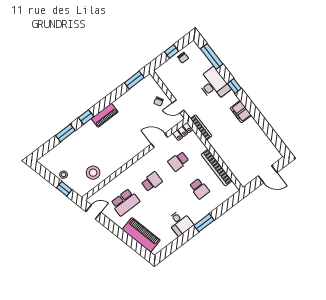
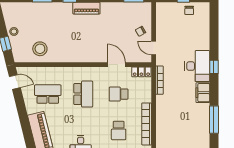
window: (212, 56) -> (214, 120), moved
desk: (213, 85) -> (197, 66), moved
school desk: (152, 182) -> (83, 94), width x1.85
school desk: (125, 202) -> (48, 94), turned 180

